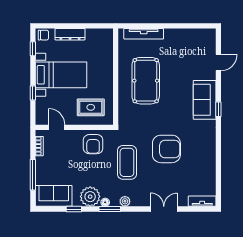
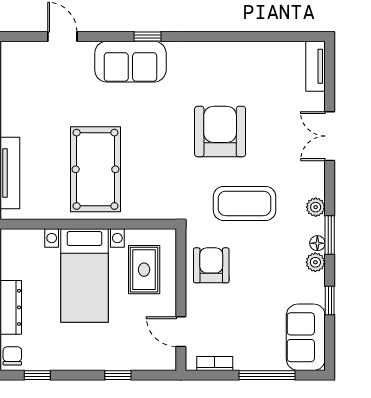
bed with nightstands: (61, 75) -> (85, 275), moved, turned 180
pool table: (146, 81) -> (95, 169), turned 90
door: (57, 127) -> (181, 332), hinge flipped
armchair: (93, 144) -> (211, 265), turned -90
plant: (90, 197) -> (315, 262), width x0.53, depth x0.53

